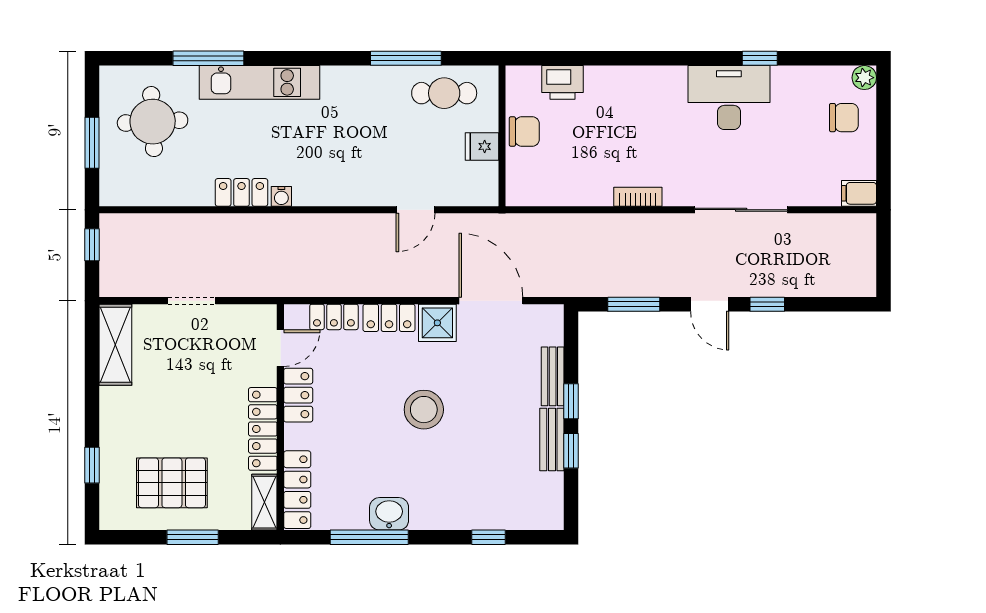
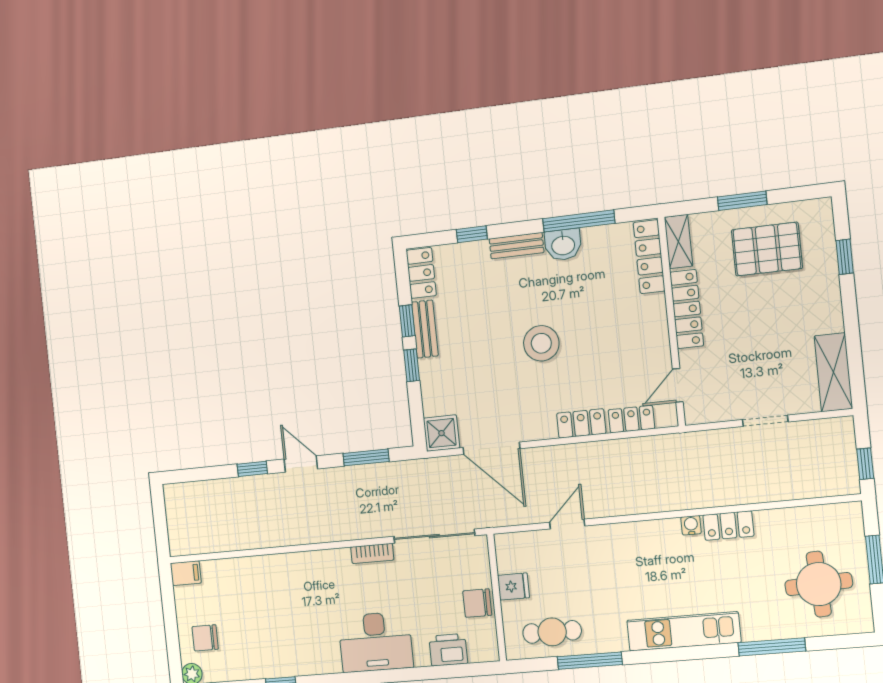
kitchen unit: (259, 82) -> (684, 631), moved
desk: (729, 98) -> (376, 642), moved
sliding door: (741, 210) -> (434, 536), moved
shower: (437, 323) -> (441, 433), moved
bench: (553, 376) -> (517, 246), moved, turned 90
locker: (298, 395) -> (421, 273), moved, turned 180

